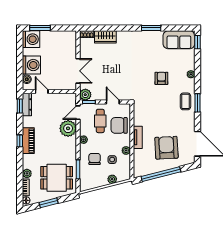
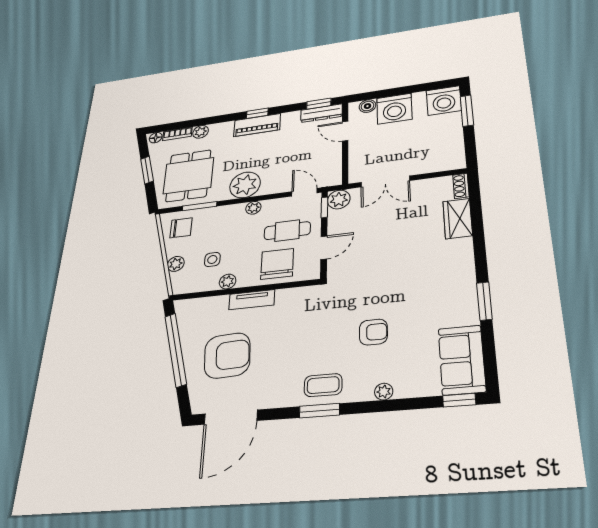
door: (42, 91) -> (345, 131), swing flipped
plant: (68, 128) -> (245, 185), moved
chair: (95, 159) -> (181, 228), moved

